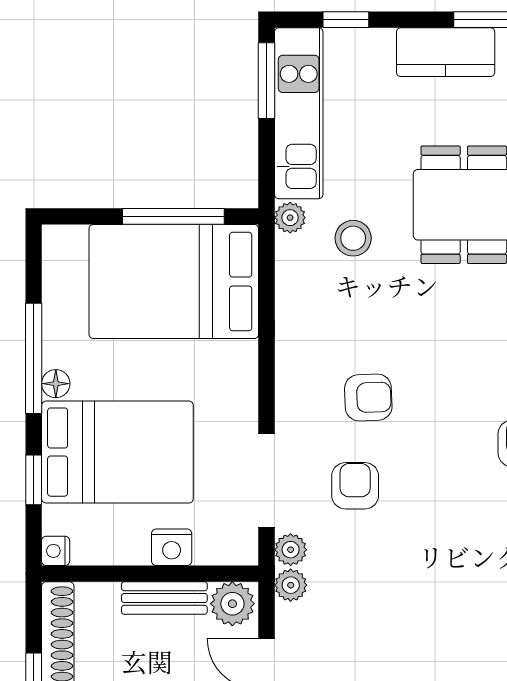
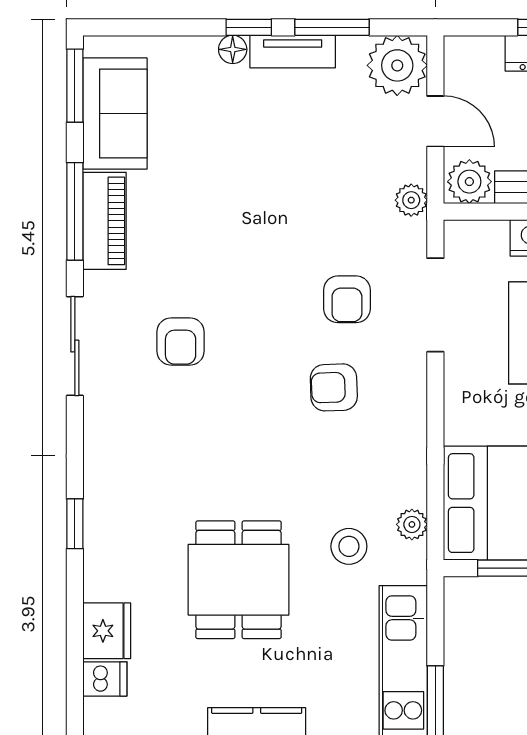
plant: (290, 218) -> (412, 524), moved
plant: (291, 550) -> (411, 236), removed

